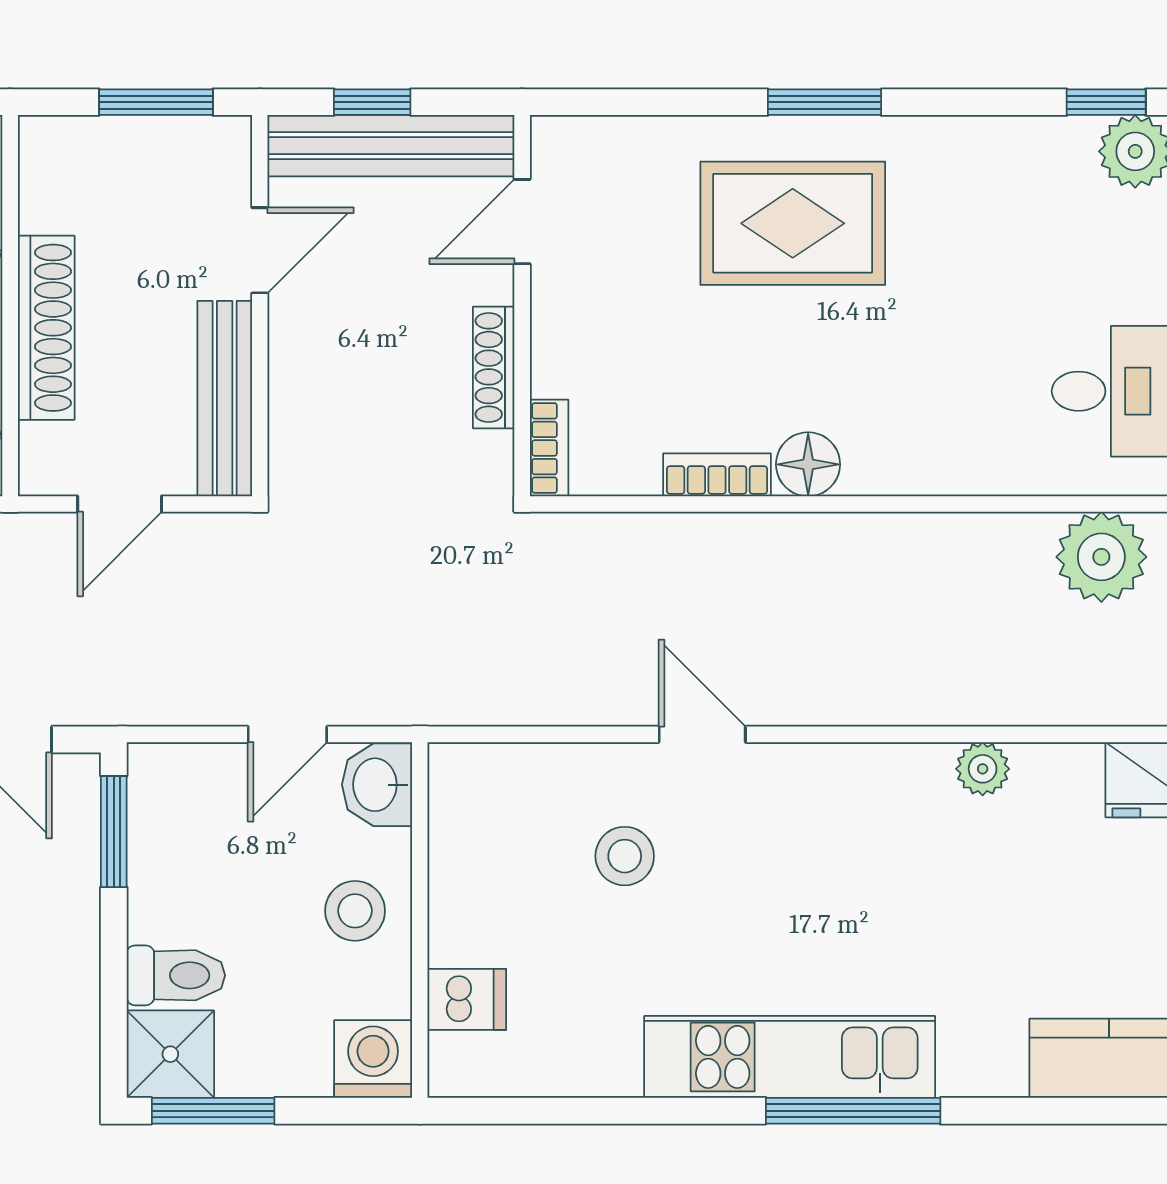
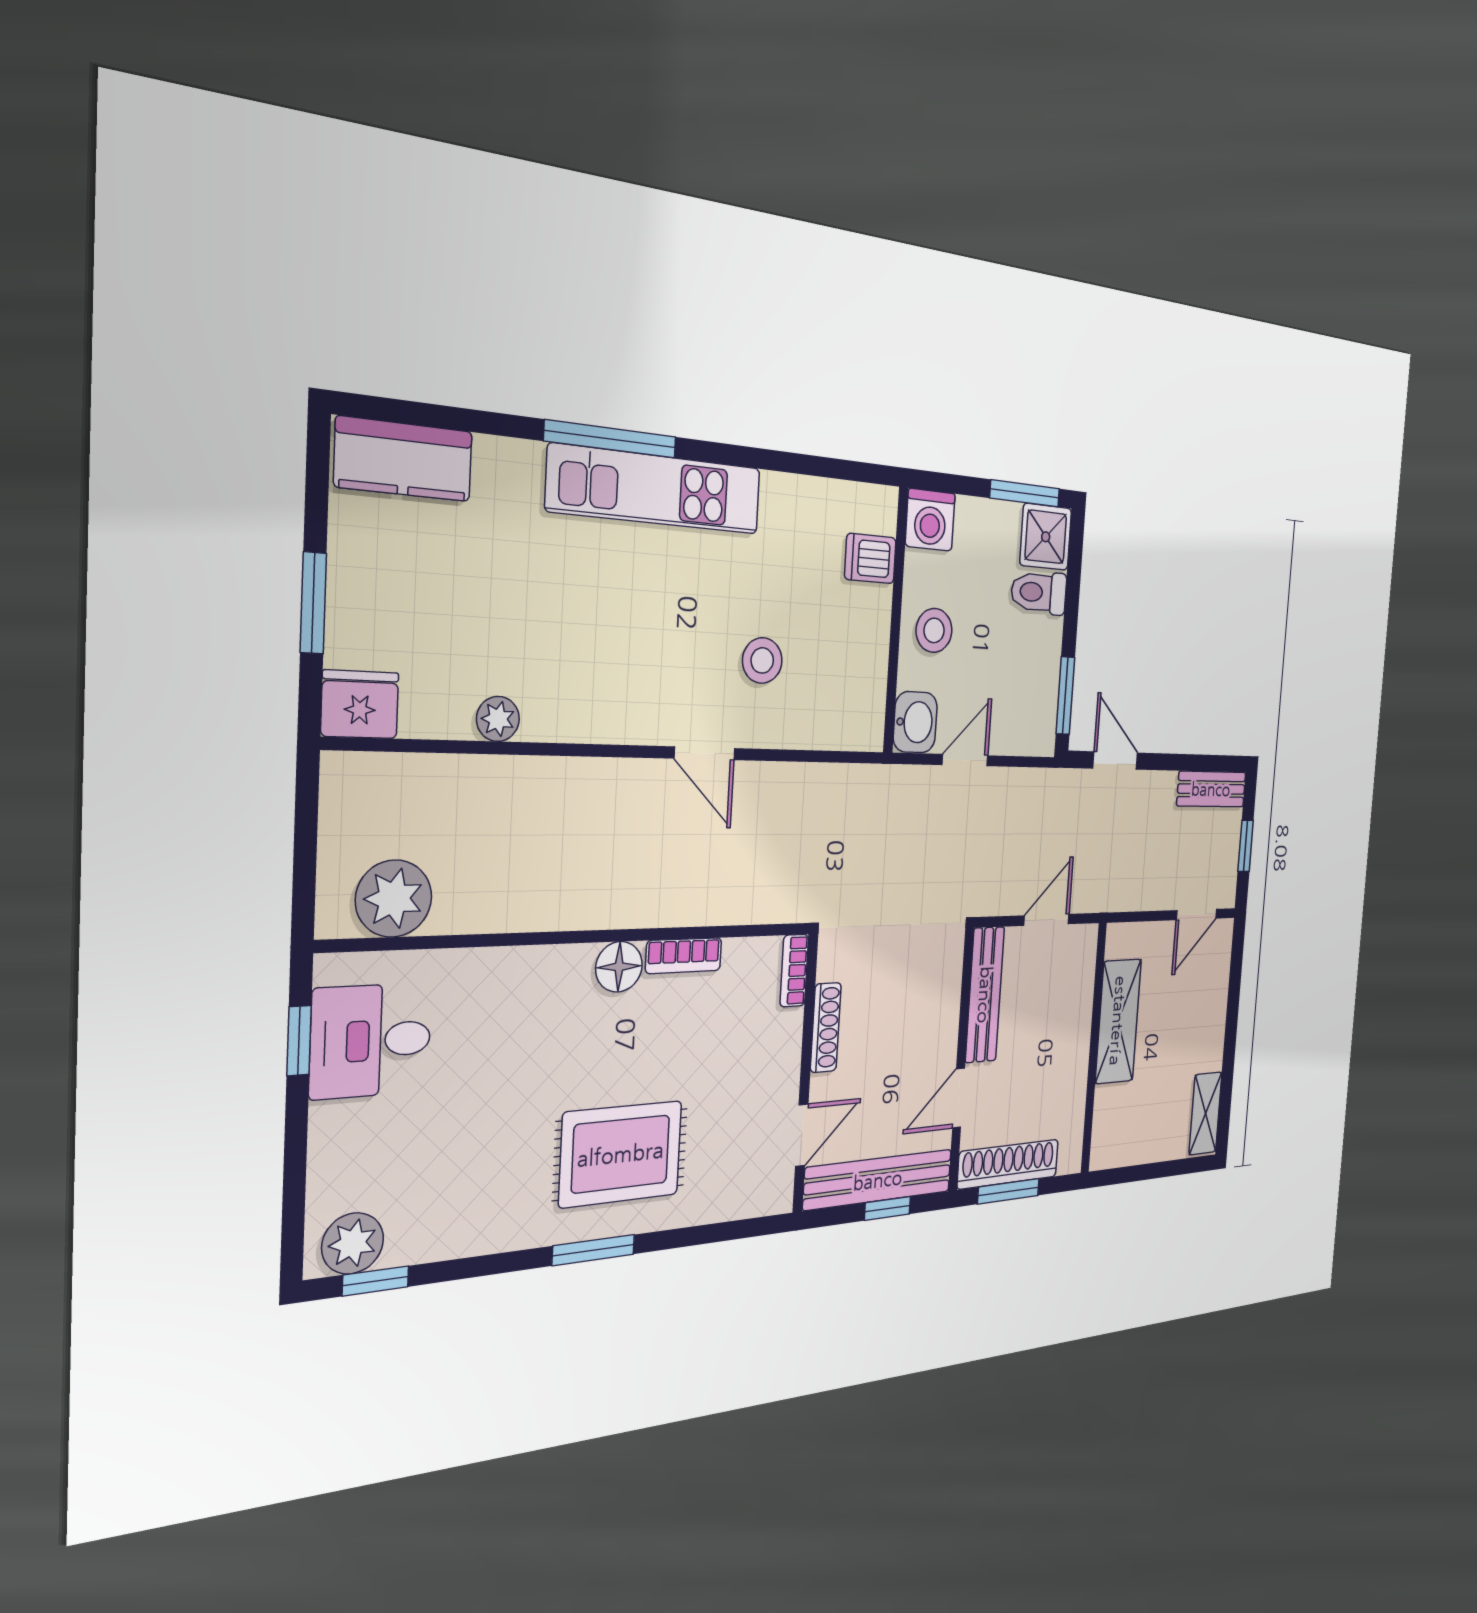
shoe rack: (46, 328) -> (1008, 1164), moved, turned 90

